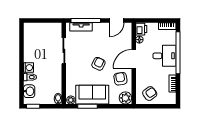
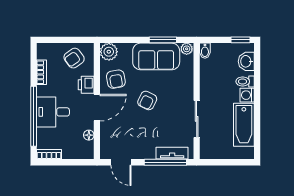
door: (117, 21) -> (121, 162), swing flipped
printer: (141, 29) -> (86, 85), moved
bathtub: (31, 47) -> (244, 125), added

